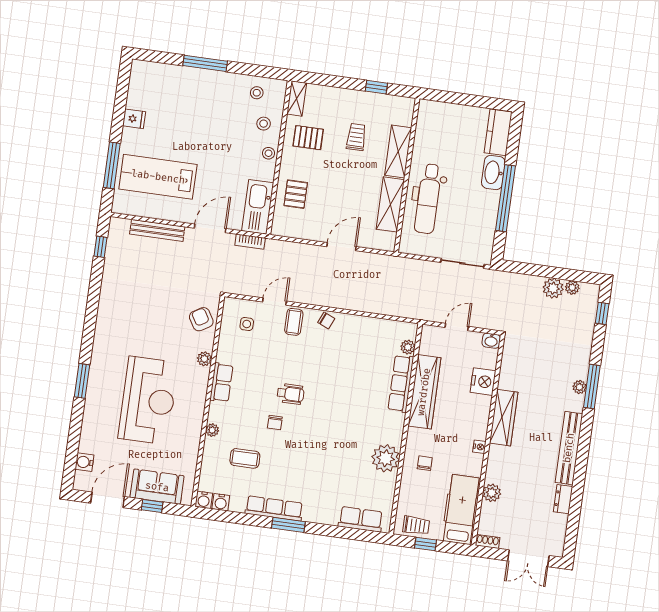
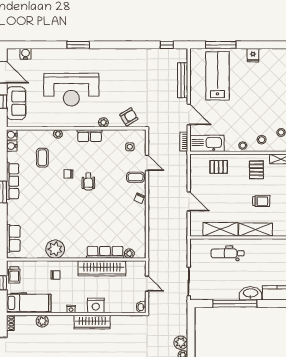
dental chair: (428, 199) -> (228, 253), width x0.73, depth x0.72
nightstand: (483, 382) -> (96, 305), moved

